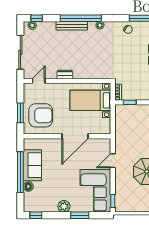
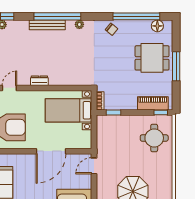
door: (113, 161) -> (94, 166), moved

